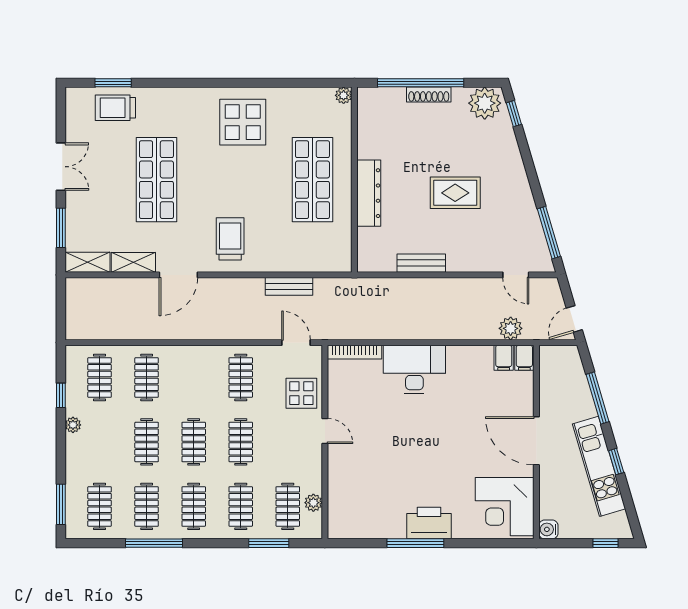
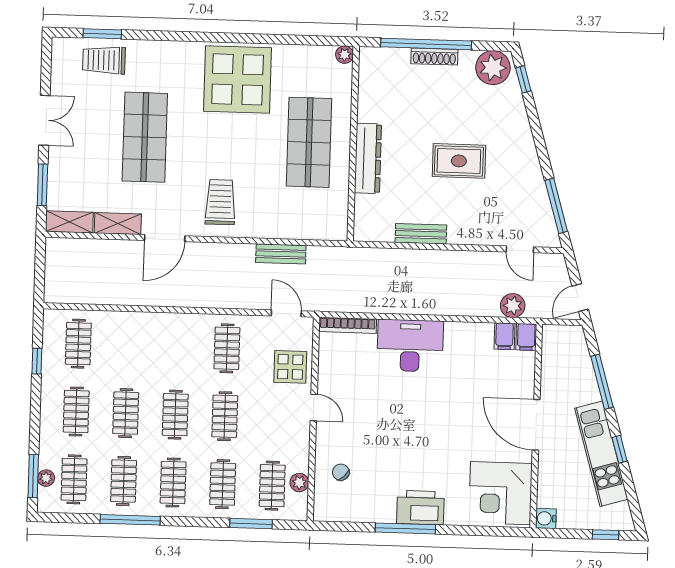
display table: (243, 122) -> (238, 79), width x1.36, depth x1.36
clothes rail: (147, 378) -> (76, 412), moved
plant: (73, 425) -> (46, 478), moved
chair: (352, 492) -> (341, 472), added

